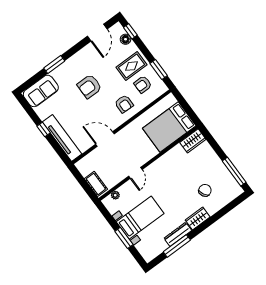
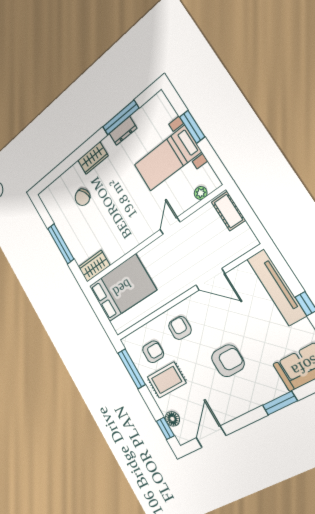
window: (159, 70) -> (132, 369), width x1.44
window: (234, 172) -> (61, 244), moved
dresser: (178, 234) -> (123, 131), width x0.70

